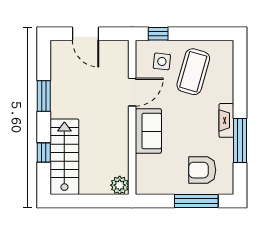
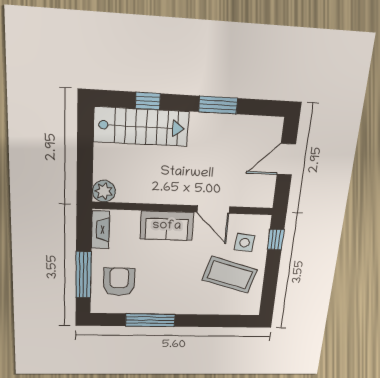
fireplace: (226, 120) -> (100, 230), moved, turned 90

